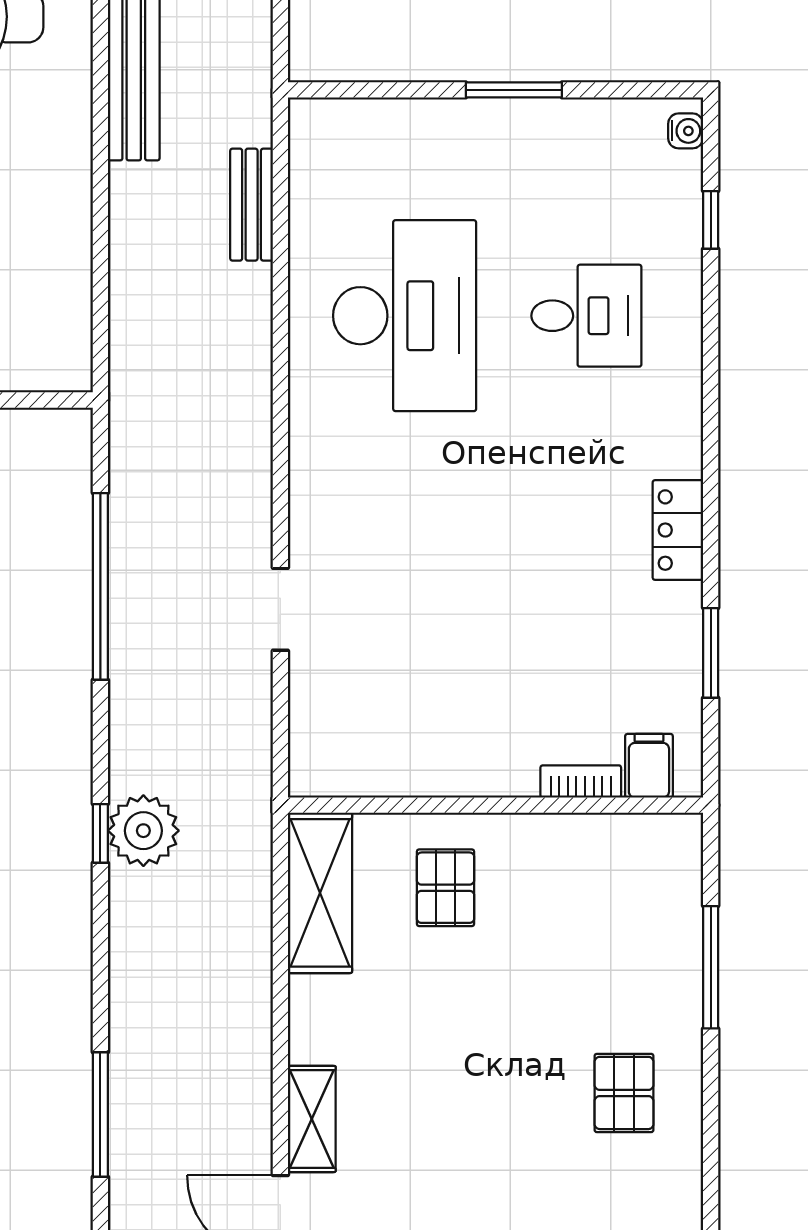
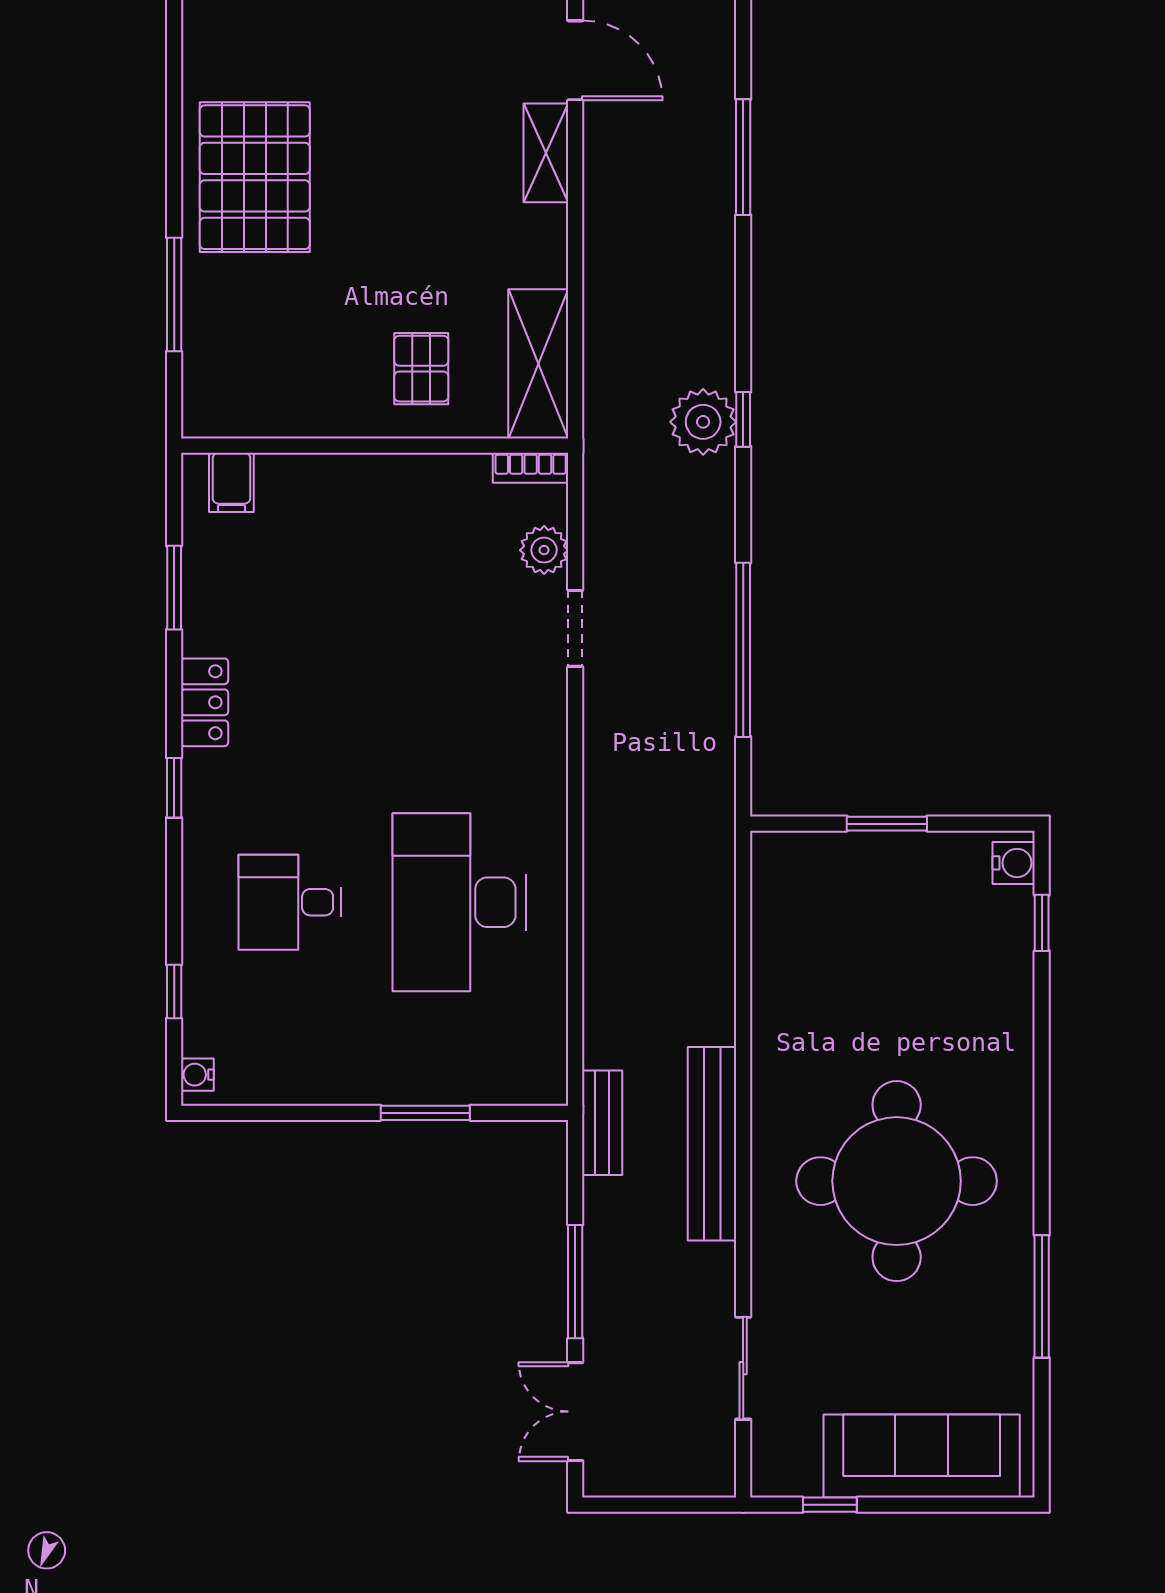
window: (514, 90) -> (425, 1113), moved
bench: (252, 205) -> (602, 1123), moved
window: (711, 438) -> (174, 788), added
plant: (314, 693) -> (544, 550), added
bookcase: (581, 781) -> (531, 468), moved
pallet: (624, 1093) -> (255, 177), width x2.05, depth x2.00

